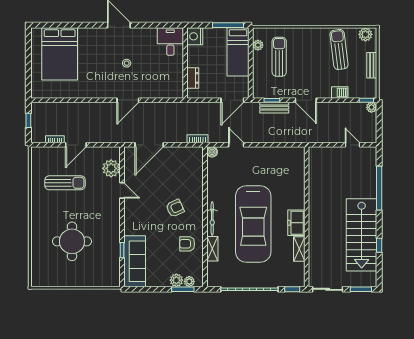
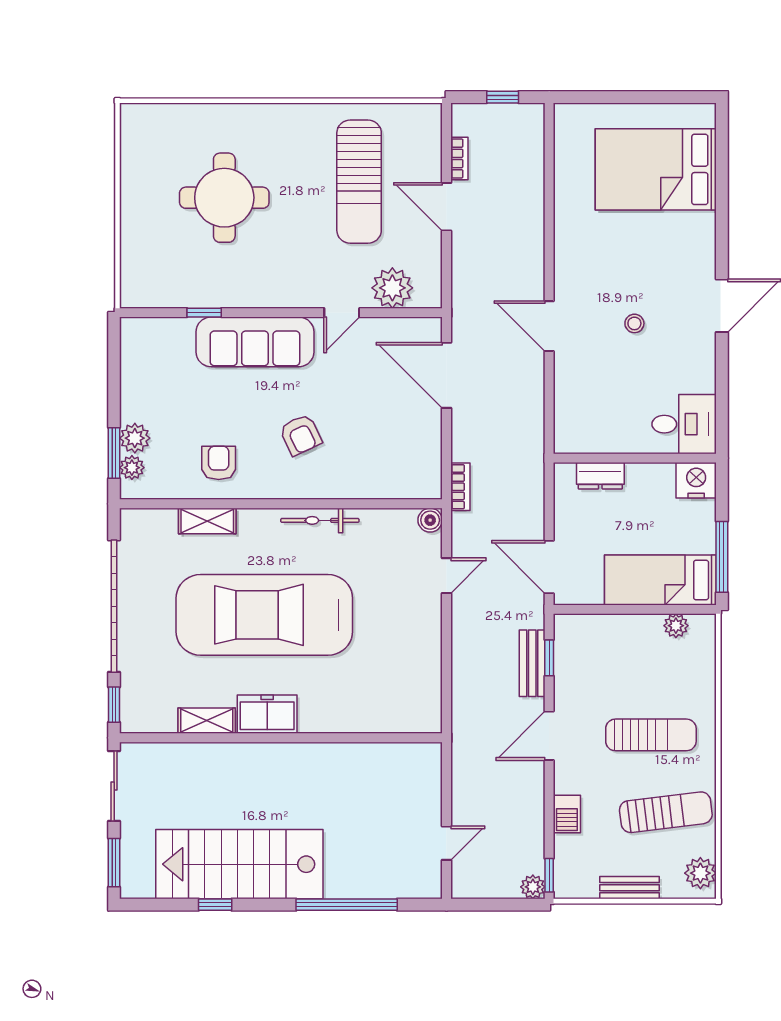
sun lounger: (279, 57) -> (651, 735), moved
sun lounger: (65, 183) -> (359, 182), width x1.36, depth x1.34
bicycle: (212, 218) -> (320, 520), moved
sofa: (135, 261) -> (255, 342), moved

